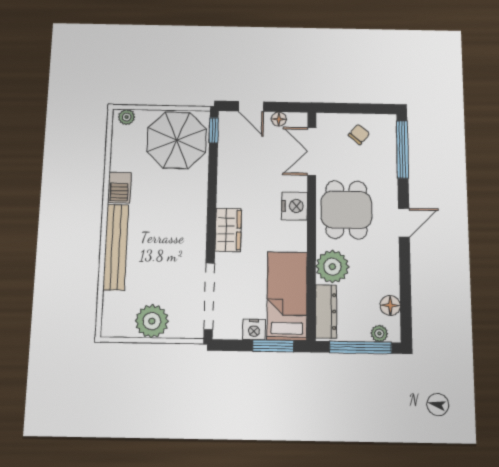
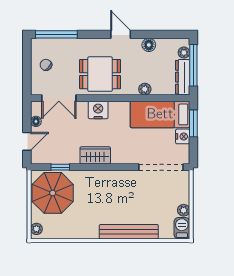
window: (214, 130) -> (60, 167), moved
barbecue: (119, 188) -> (182, 228), moved, turned -90
door: (404, 223) -> (121, 34), moved
wardrobe: (228, 230) -> (95, 155), moved
plant: (332, 267) -> (145, 89), width x0.53, depth x0.53
floor lamp: (390, 305) -> (149, 45), moved
dresser: (326, 311) -> (183, 77), moved, turned -90
plant: (152, 321) -> (184, 210), width x0.53, depth x0.53

